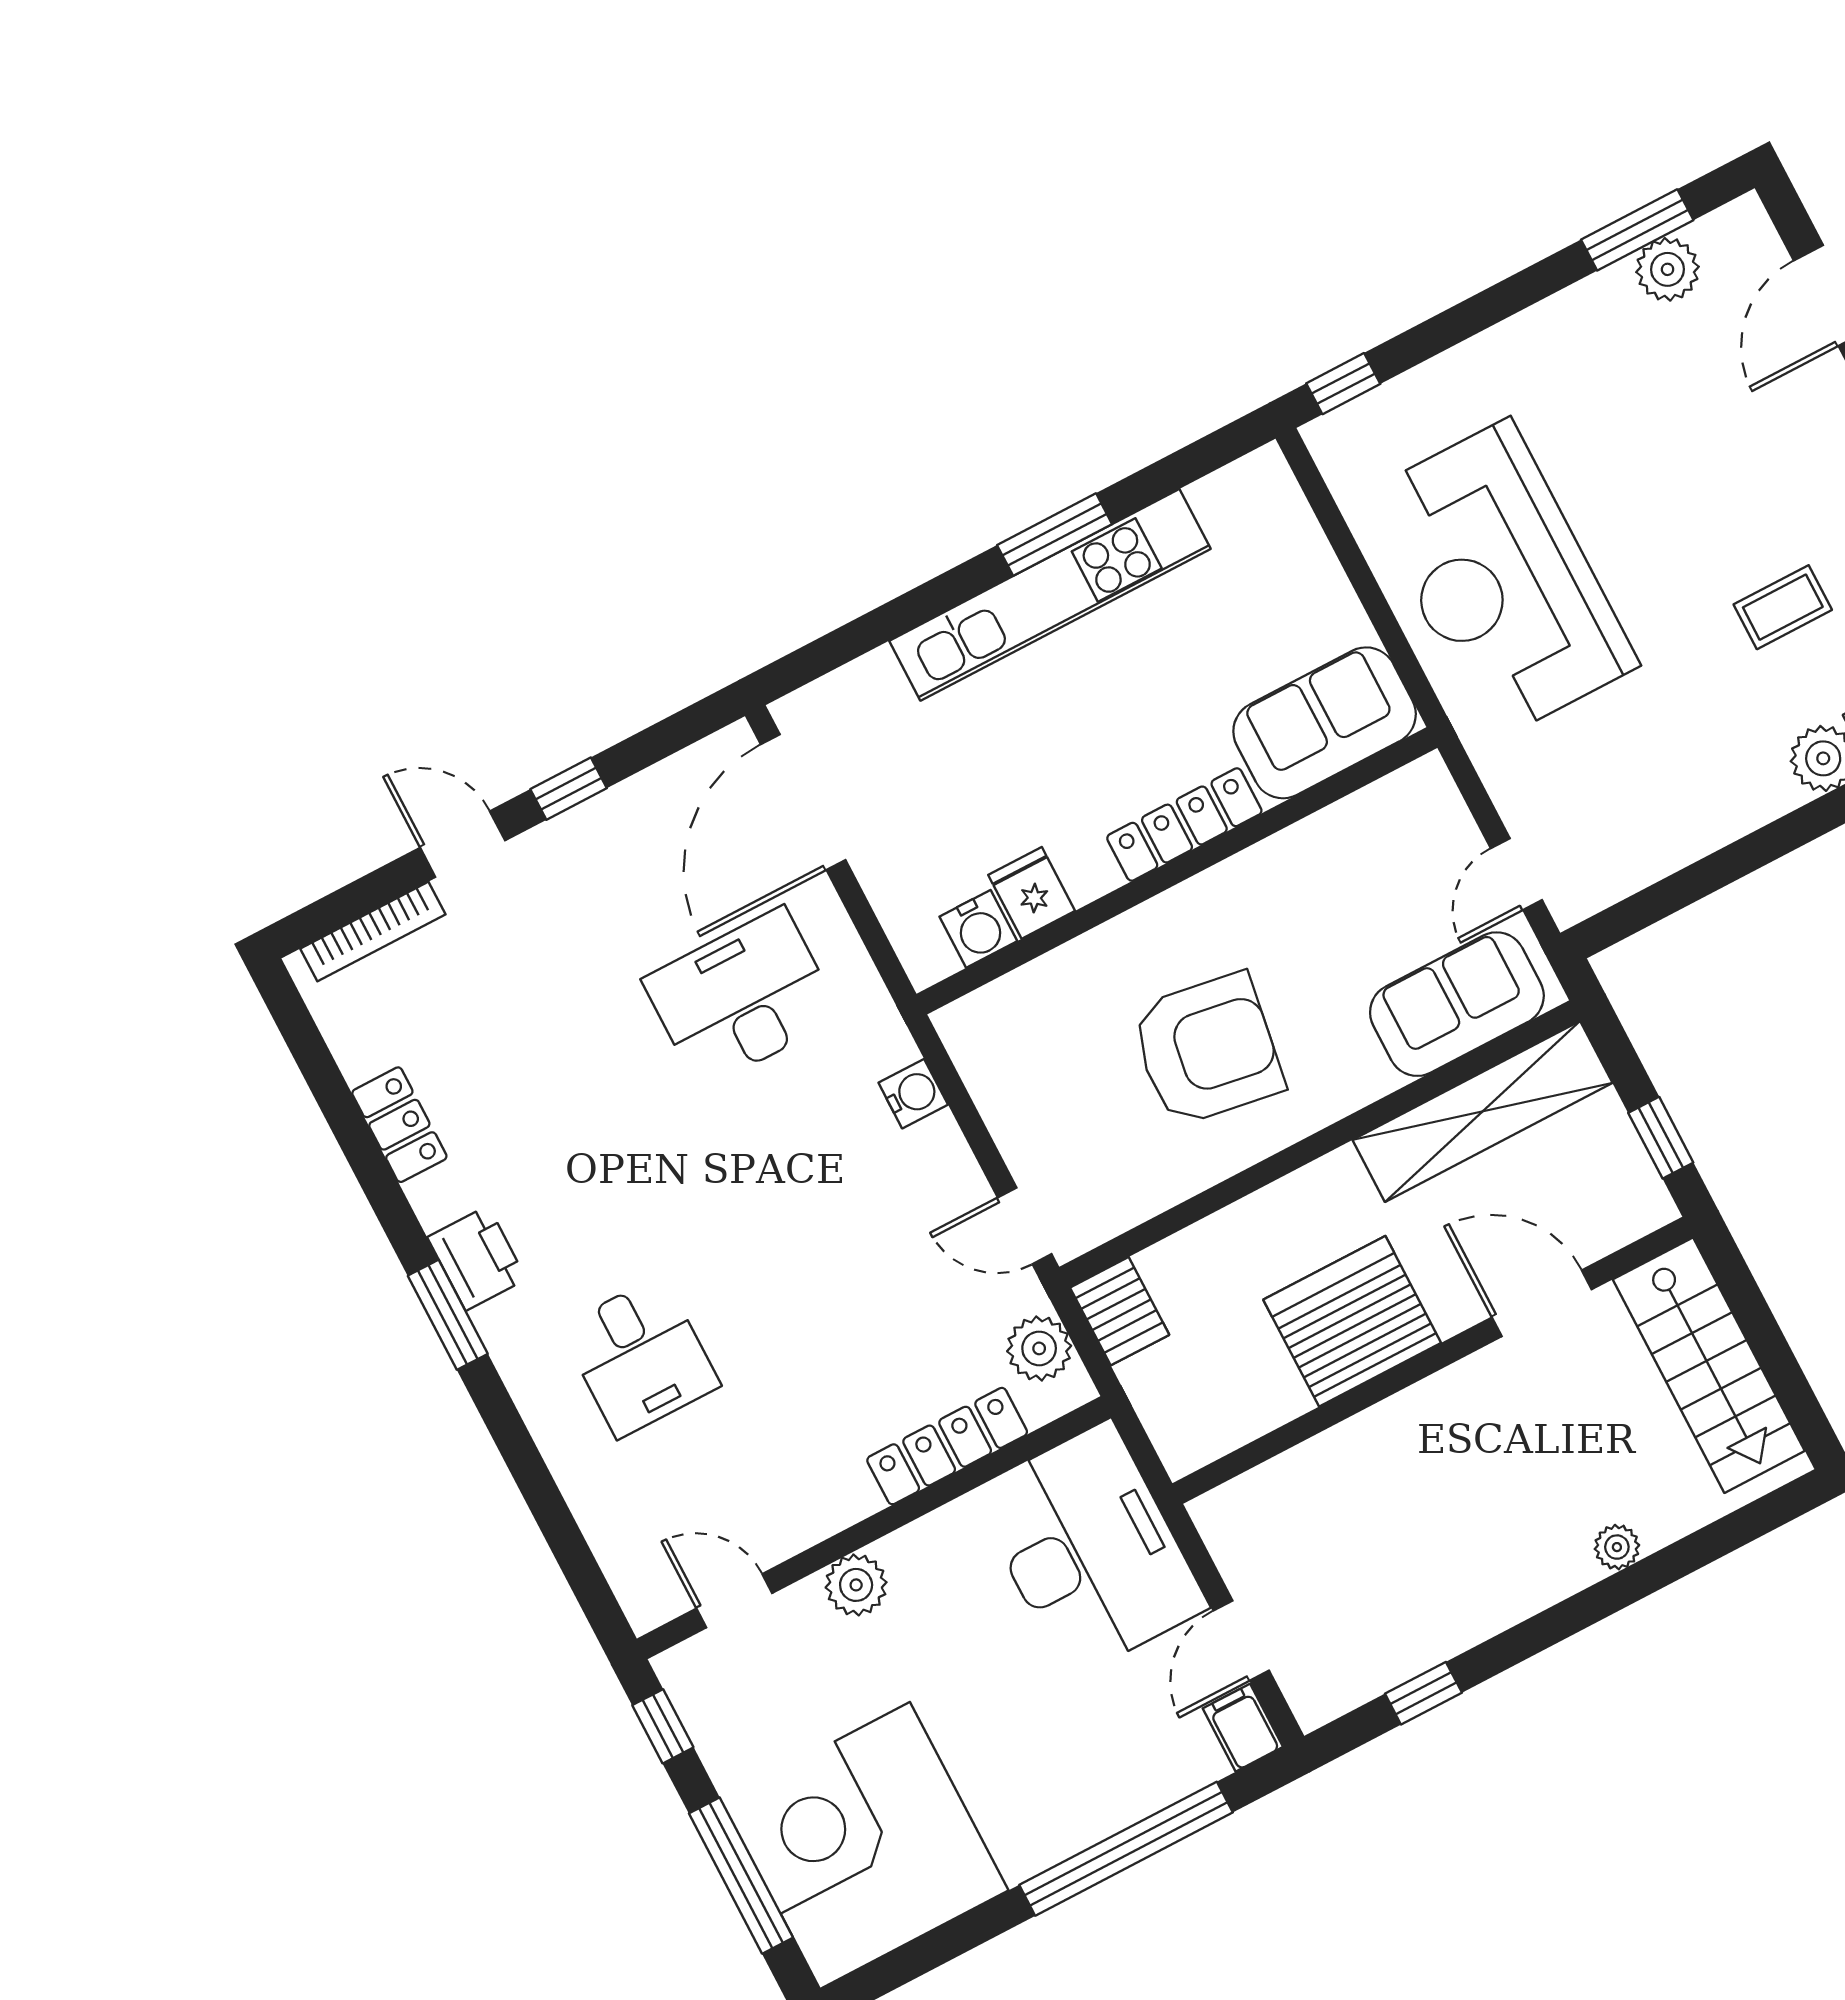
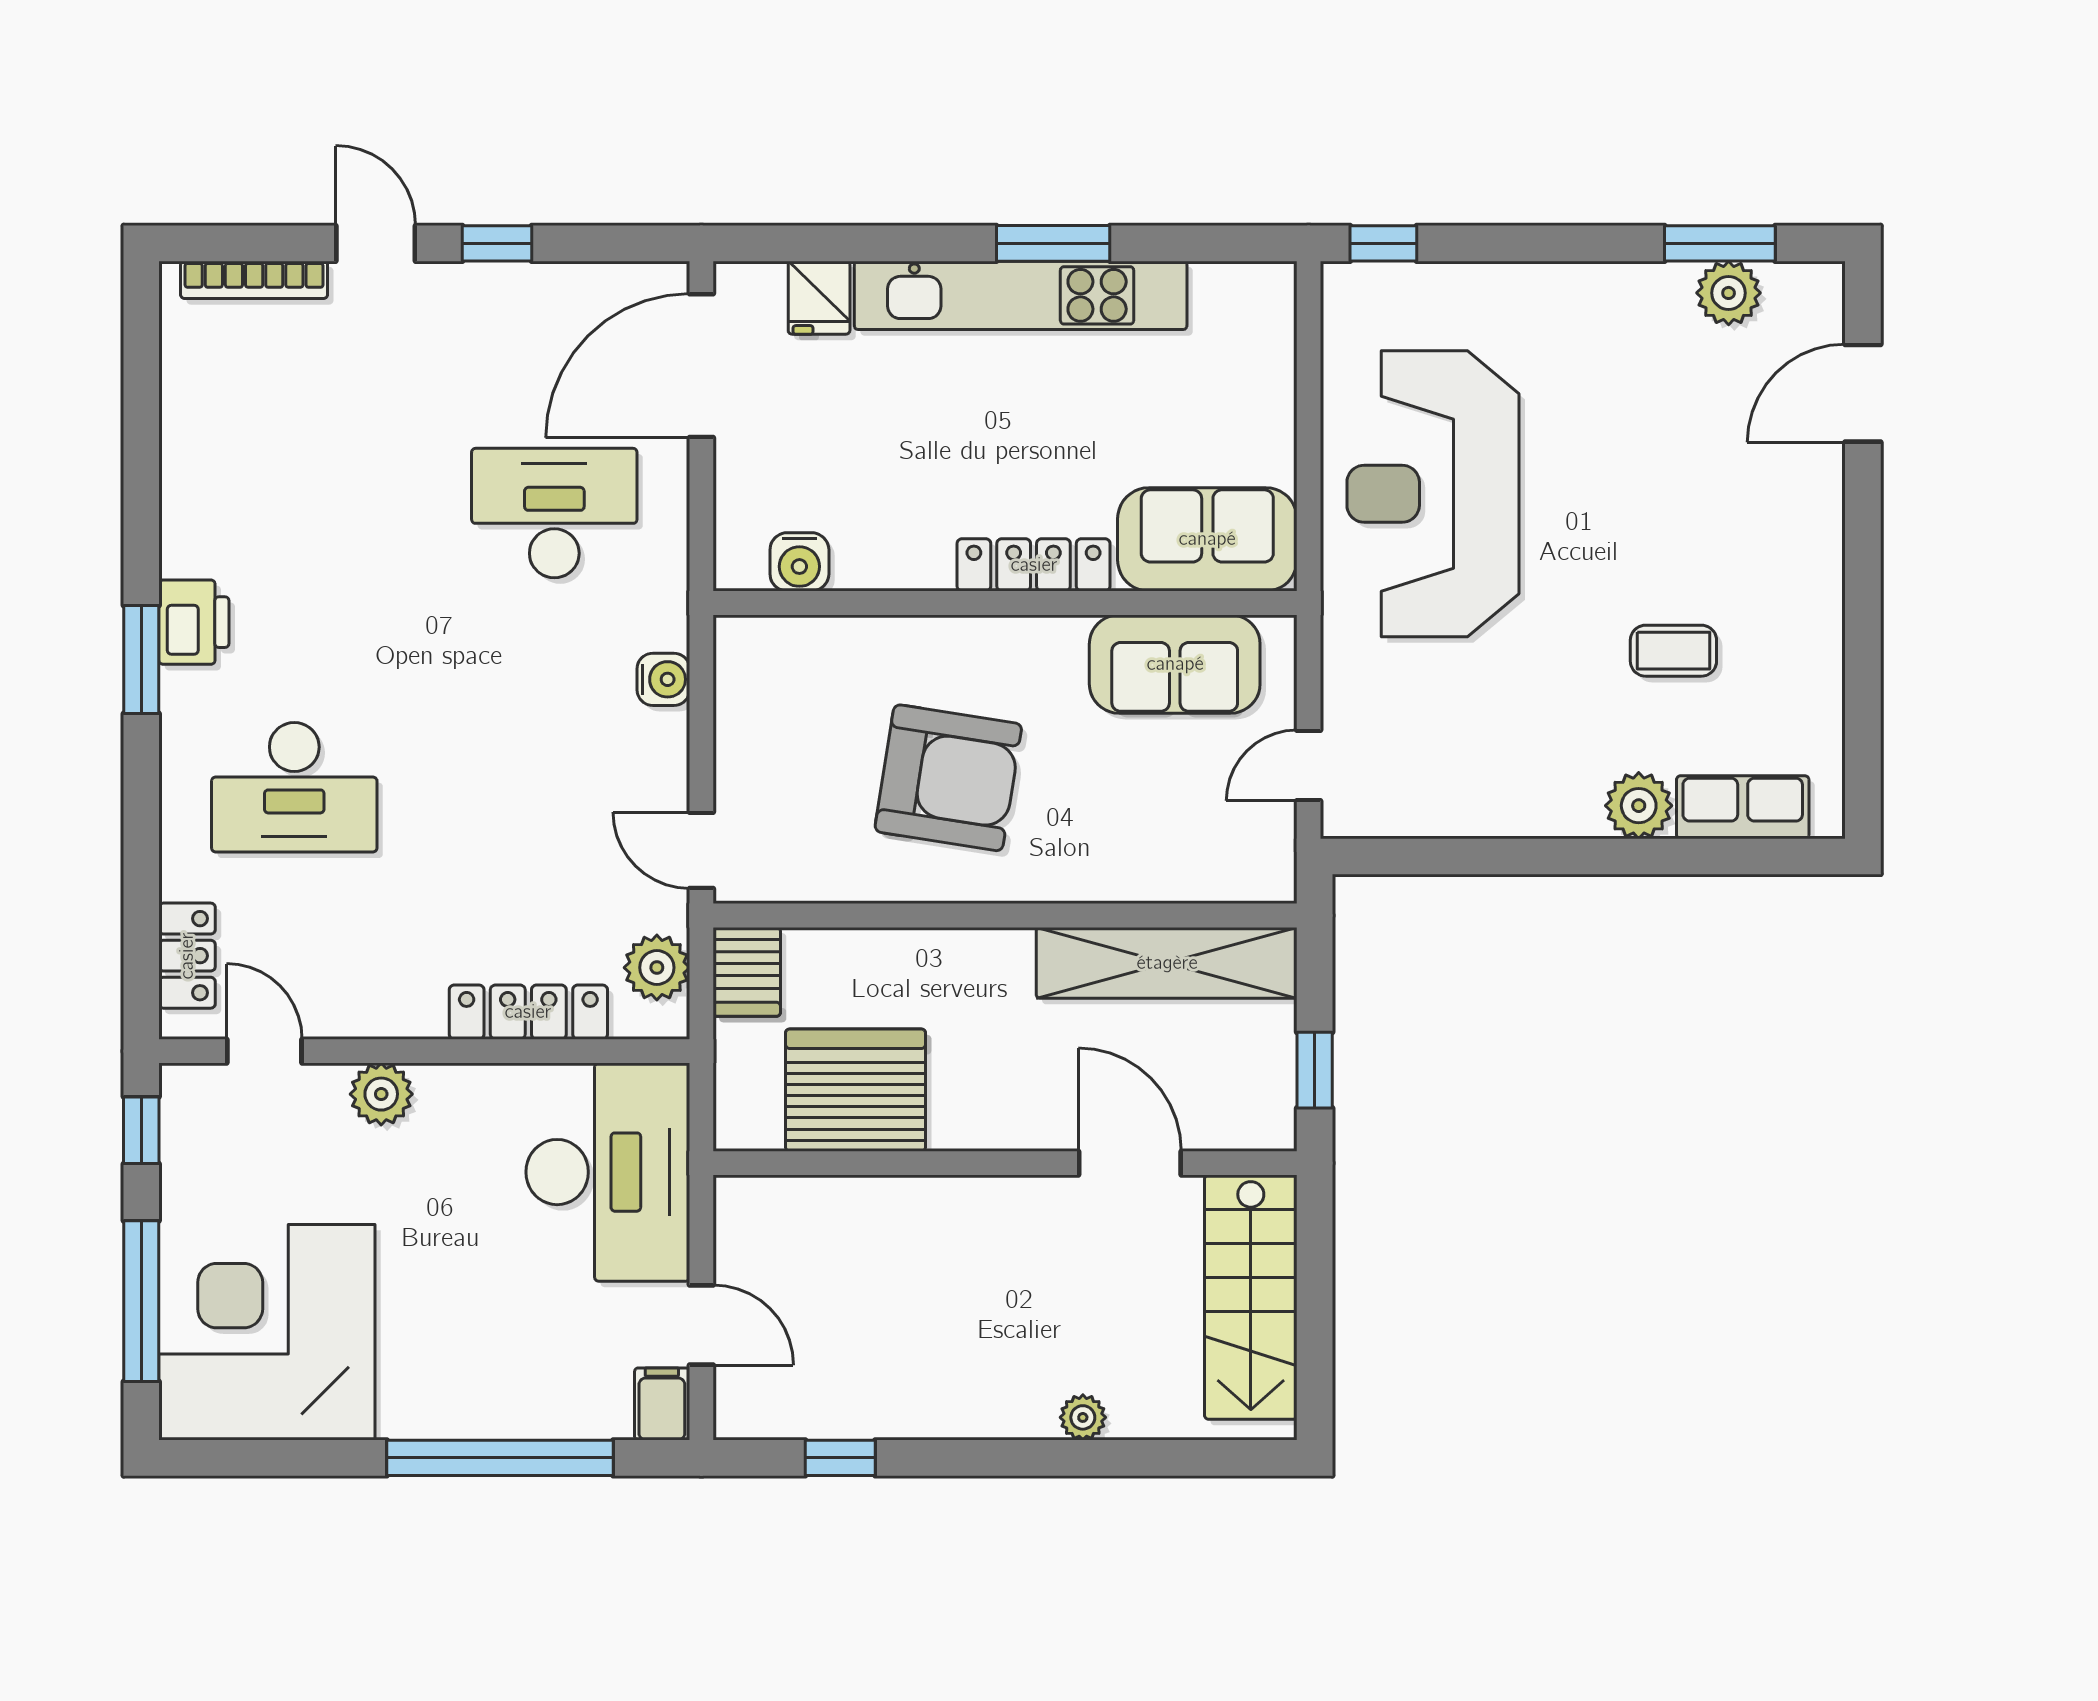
fridge: (1032, 893) -> (819, 298), moved, turned 180
sofa: (1457, 1004) -> (1175, 664), moved, turned 180
locker: (399, 1125) -> (187, 956), moved
server rack: (1352, 1321) -> (856, 1090), moved
desk: (640, 1357) -> (294, 787), width x1.37
door: (1241, 1641) -> (701, 1325), swing flipped

